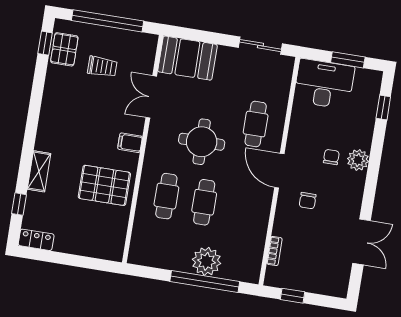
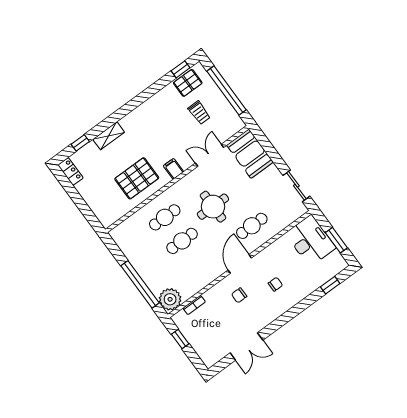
plant: (358, 160) -> (288, 300), removed
pallet: (104, 185) -> (137, 178), turned 90
plant: (206, 261) -> (170, 299), moved

